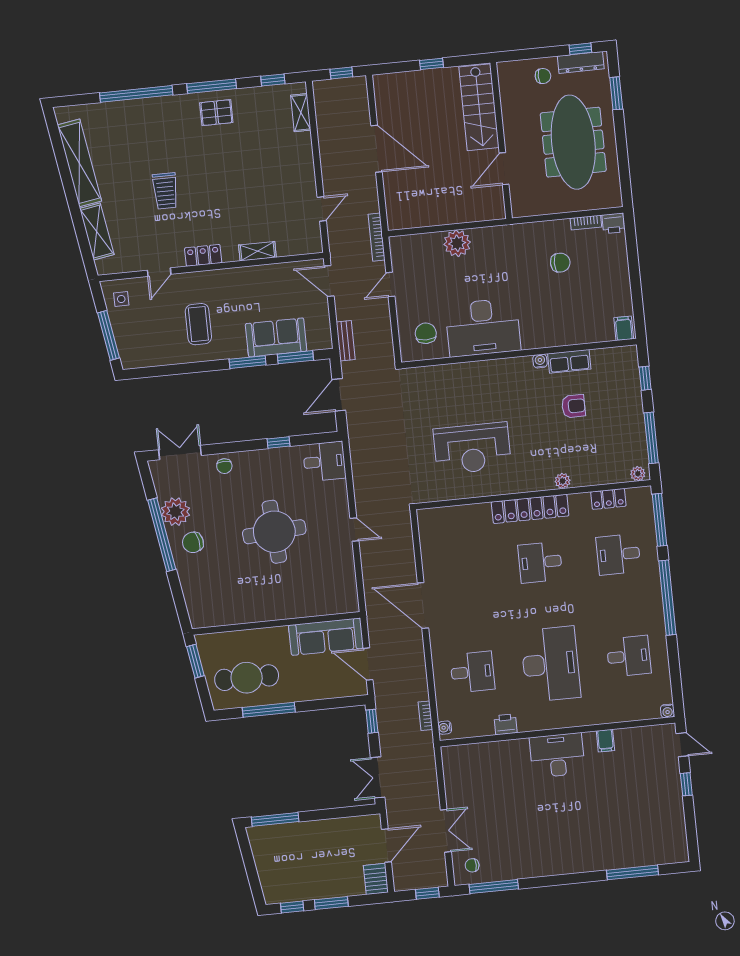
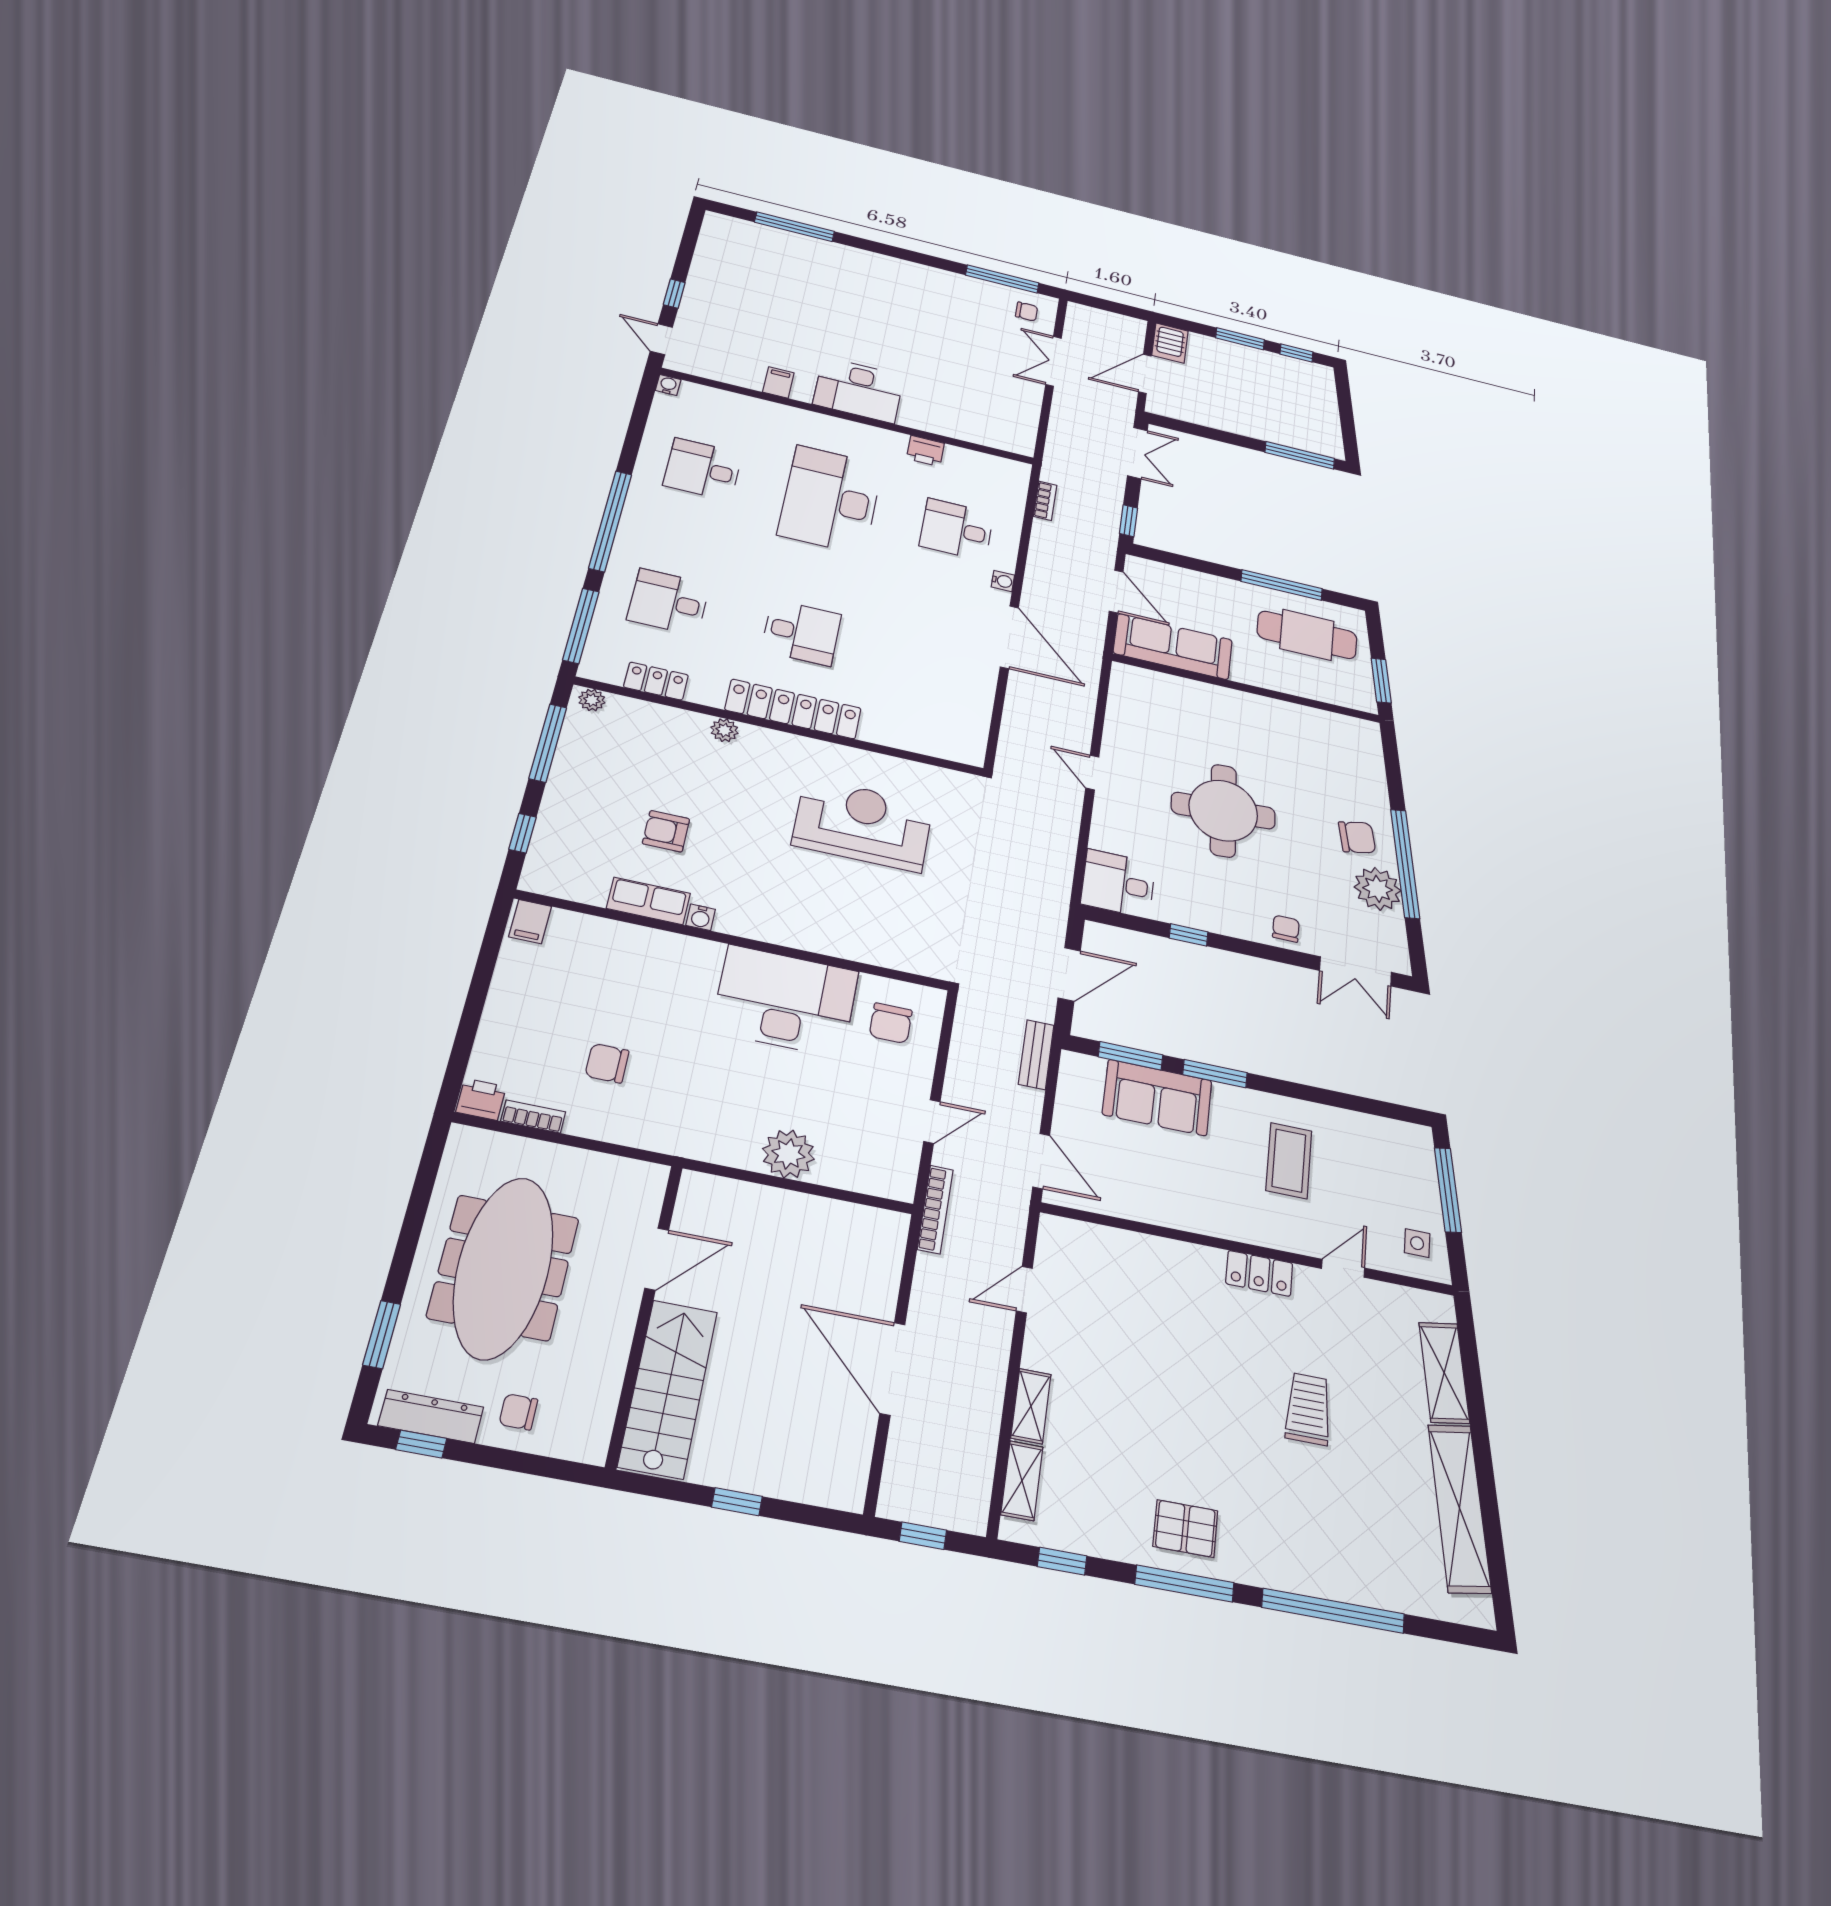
shelving: (257, 251) -> (1031, 1406), moved, turned 90
desk: (618, 554) -> (668, 602), turned 180
water cooler: (445, 728) -> (1003, 581), moved
window: (427, 893) -> (1100, 304), removed

